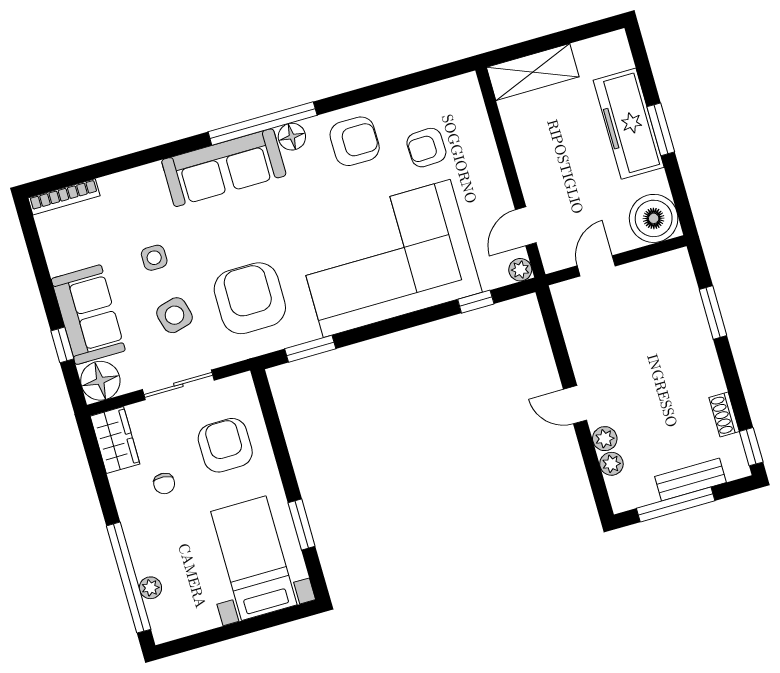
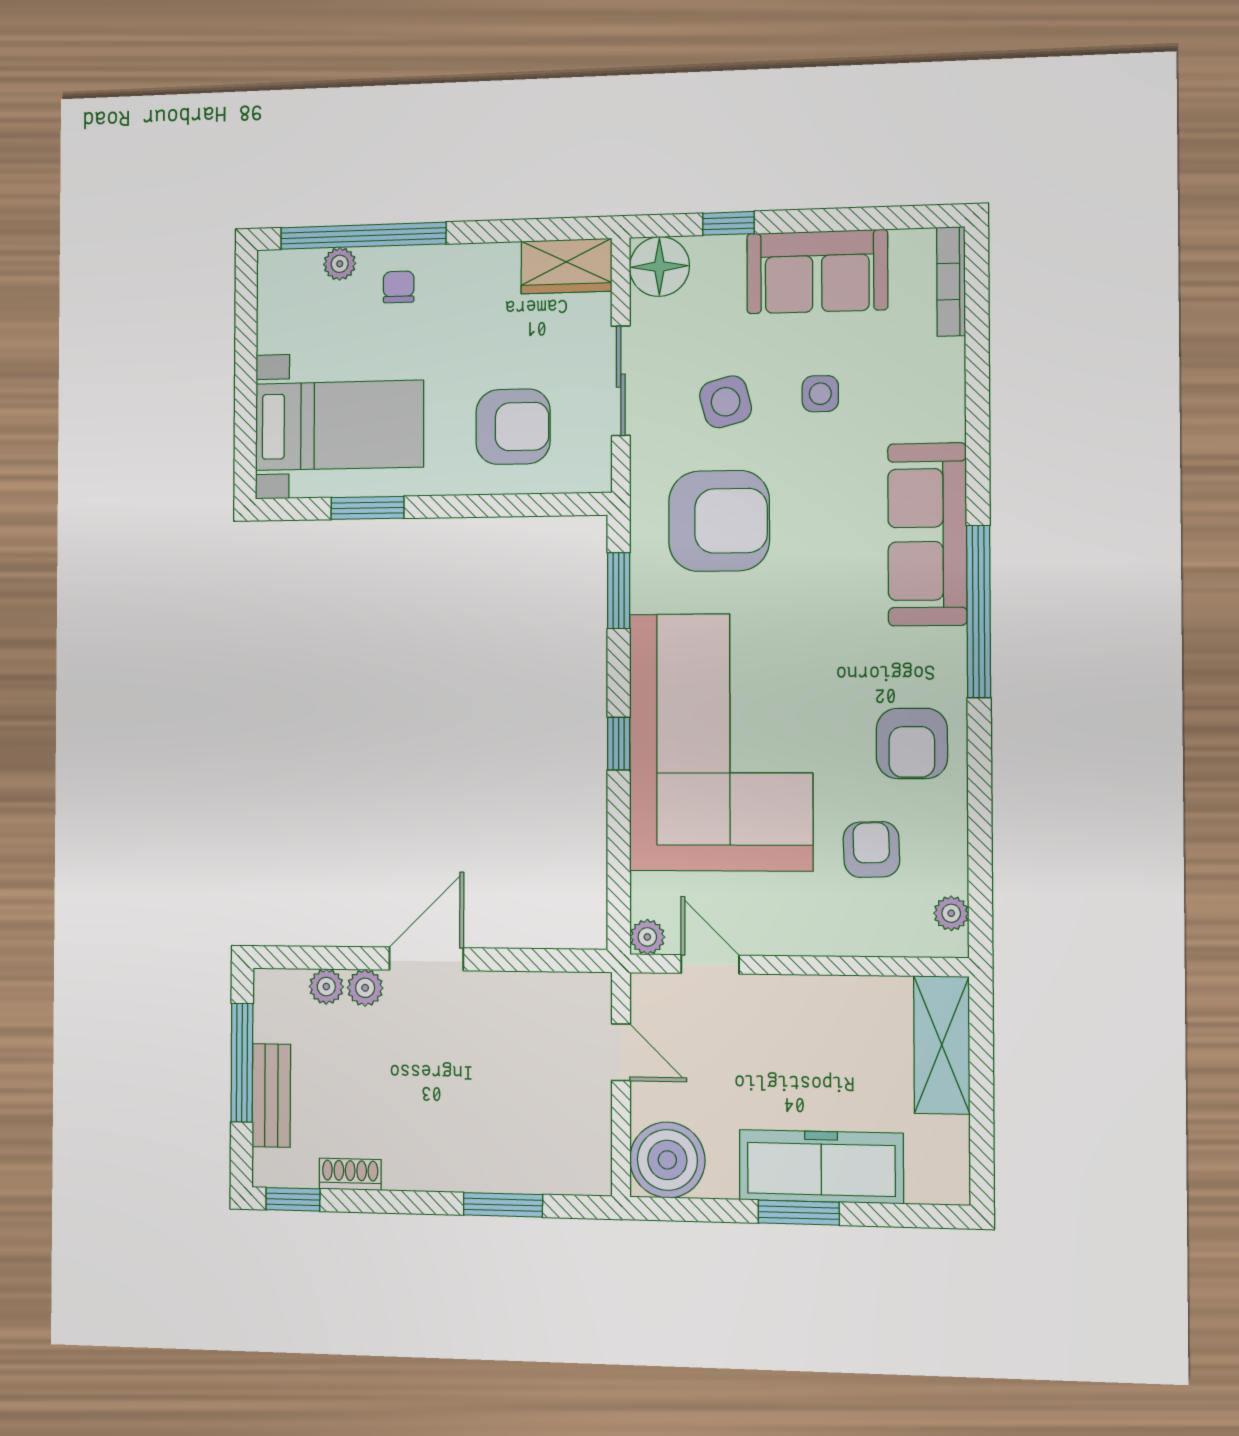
plant: (451, 89) -> (951, 913), added
floor lamp: (292, 137) -> (946, 650), removed
window: (476, 302) -> (619, 744), moved
sofa: (88, 315) -> (817, 272), moved
door: (575, 405) -> (426, 959), width x1.38
chair: (164, 484) -> (399, 287), moved, turned 86

